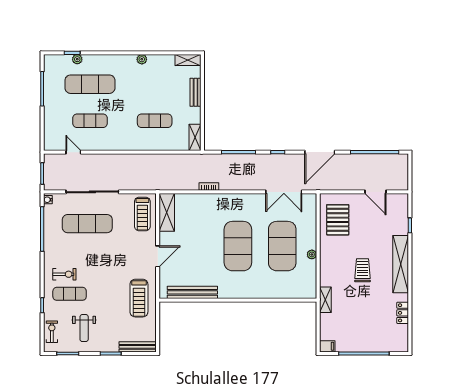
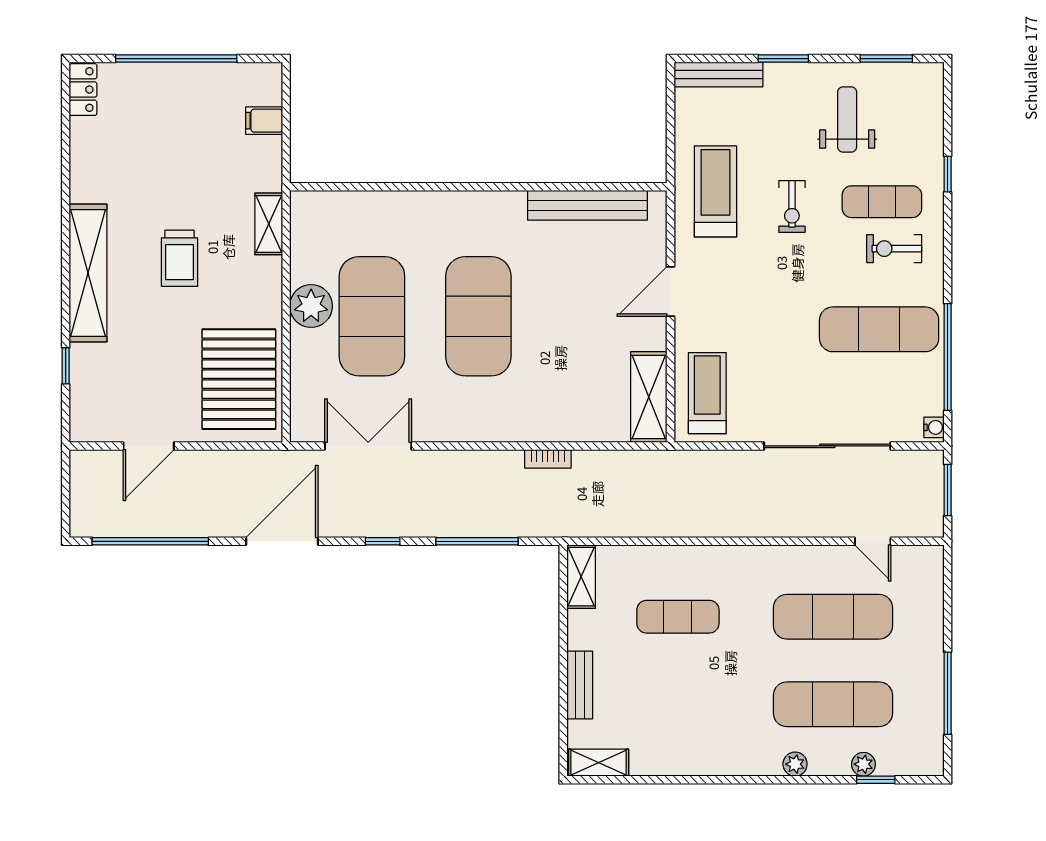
plant: (142, 59) -> (795, 764), moved
exercise mat: (90, 121) -> (833, 617), width x1.36, depth x1.45
door: (375, 192) -> (149, 446), swing flipped
pallet: (338, 220) -> (239, 379), width x1.37, depth x1.41
exercise mat: (87, 224) -> (879, 329), moved
plant: (312, 254) -> (311, 306), width x1.88, depth x1.88
shelving: (325, 300) -> (269, 224), moved
locker: (403, 313) -> (83, 90), moved
exercise bike: (52, 332) -> (792, 206), moved
filing cabinet: (327, 346) -> (264, 121), moved

